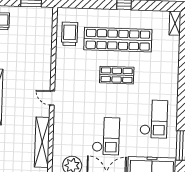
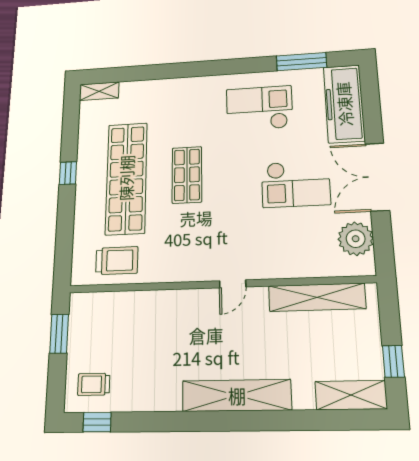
trolley: (70, 34) -> (117, 261), turned 180
checkout: (106, 136) -> (296, 184), turned 180

